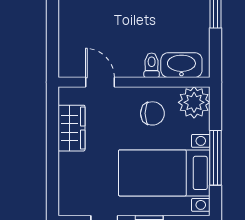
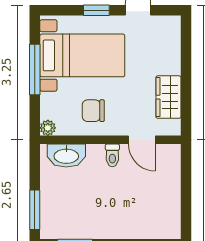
toilet: (152, 65) -> (112, 155), moved
plant: (194, 102) -> (48, 128), width x0.53, depth x0.53

